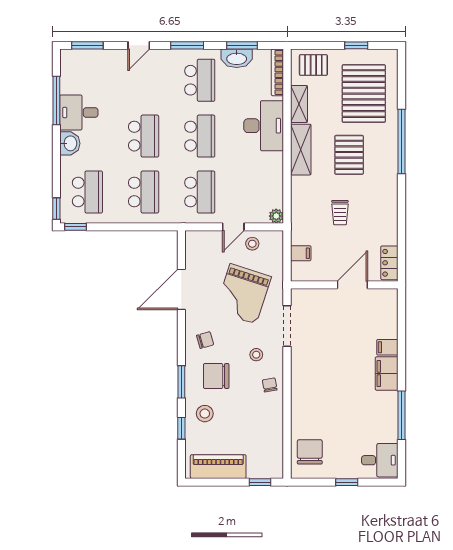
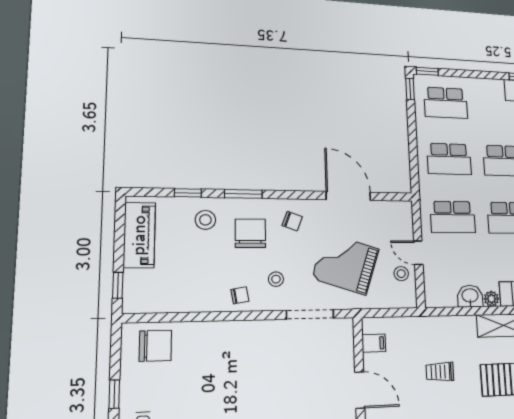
washbasin: (70, 143) -> (470, 296), moved, turned 180
plant: (276, 216) -> (491, 299), moved
filing cabinet: (301, 253) -> (374, 343), moved, turned -90
chair: (205, 340) -> (292, 221), turned -54

